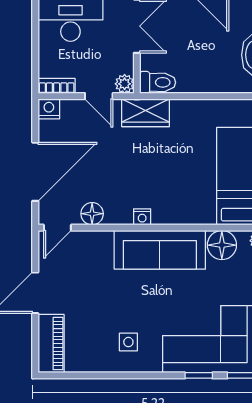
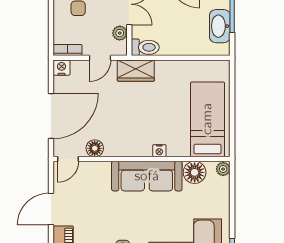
plant: (125, 84) -> (120, 33), moved
door: (99, 96) -> (100, 58), hinge flipped
nightstand: (142, 217) -> (159, 151), moved

